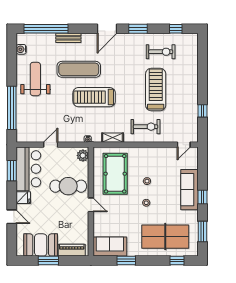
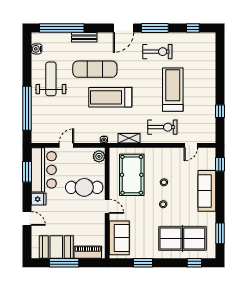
window: (138, 29) -> (155, 28), width x1.44
exercise bike: (161, 52) -> (157, 52), moved
door: (184, 145) -> (191, 145), moved
window: (202, 197) -> (220, 164), moved
sofa: (110, 246) -> (119, 238), moved, turned 90
window: (48, 261) -> (64, 263), width x1.44

